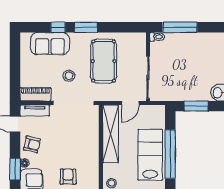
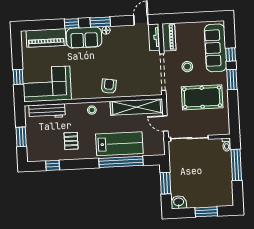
sofa: (50, 44) -> (216, 48), width x1.36
armchair: (32, 144) -> (123, 36), removed
armchair: (68, 177) -> (109, 86), moved, turned -81

